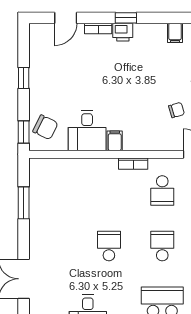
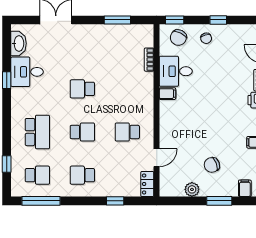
chair: (176, 110) -> (206, 38), moved
bookcase: (133, 164) -> (149, 60), moved
school desk: (109, 246) -> (82, 89), turned 180

